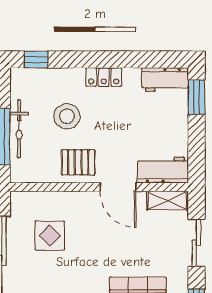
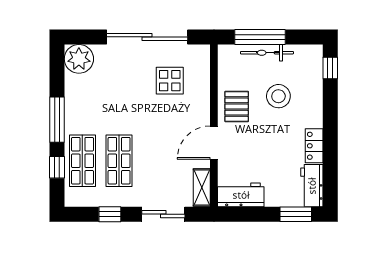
locker: (104, 77) -> (314, 146), moved
workbench: (163, 170) -> (241, 195), moved, turned -90

